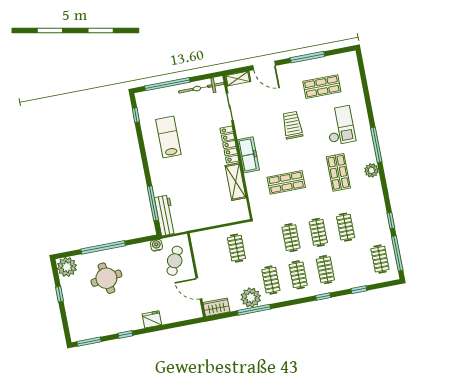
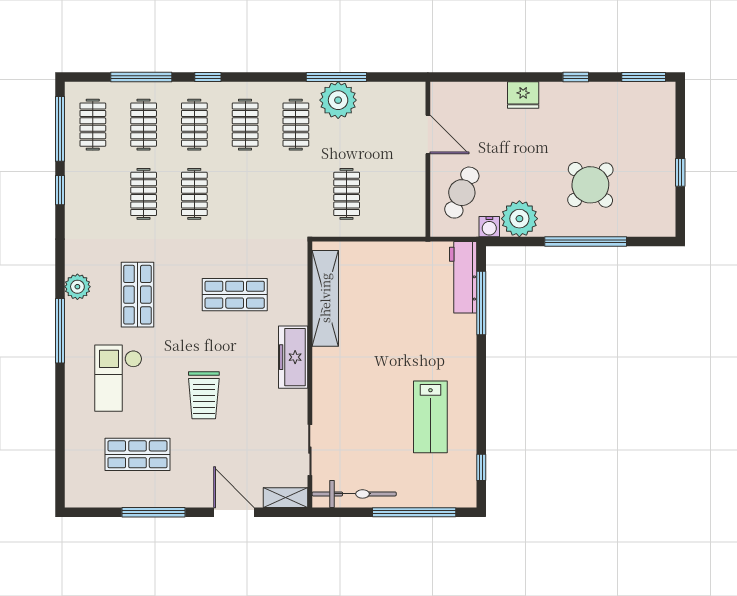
locker: (229, 145) -> (323, 382), removed
shelving: (236, 182) -> (325, 298), width x1.47
clothes rail: (291, 238) -> (144, 125), moved
plant: (67, 267) -> (519, 219), moved
round table: (106, 278) -> (590, 185), turned -35
window: (359, 290) -> (141, 77), width x2.17
wardrobe: (216, 307) -> (403, 95), removed

